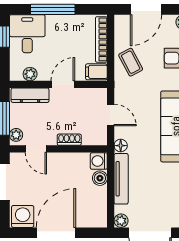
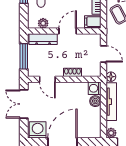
plant: (16, 135) -> (33, 69), removed

